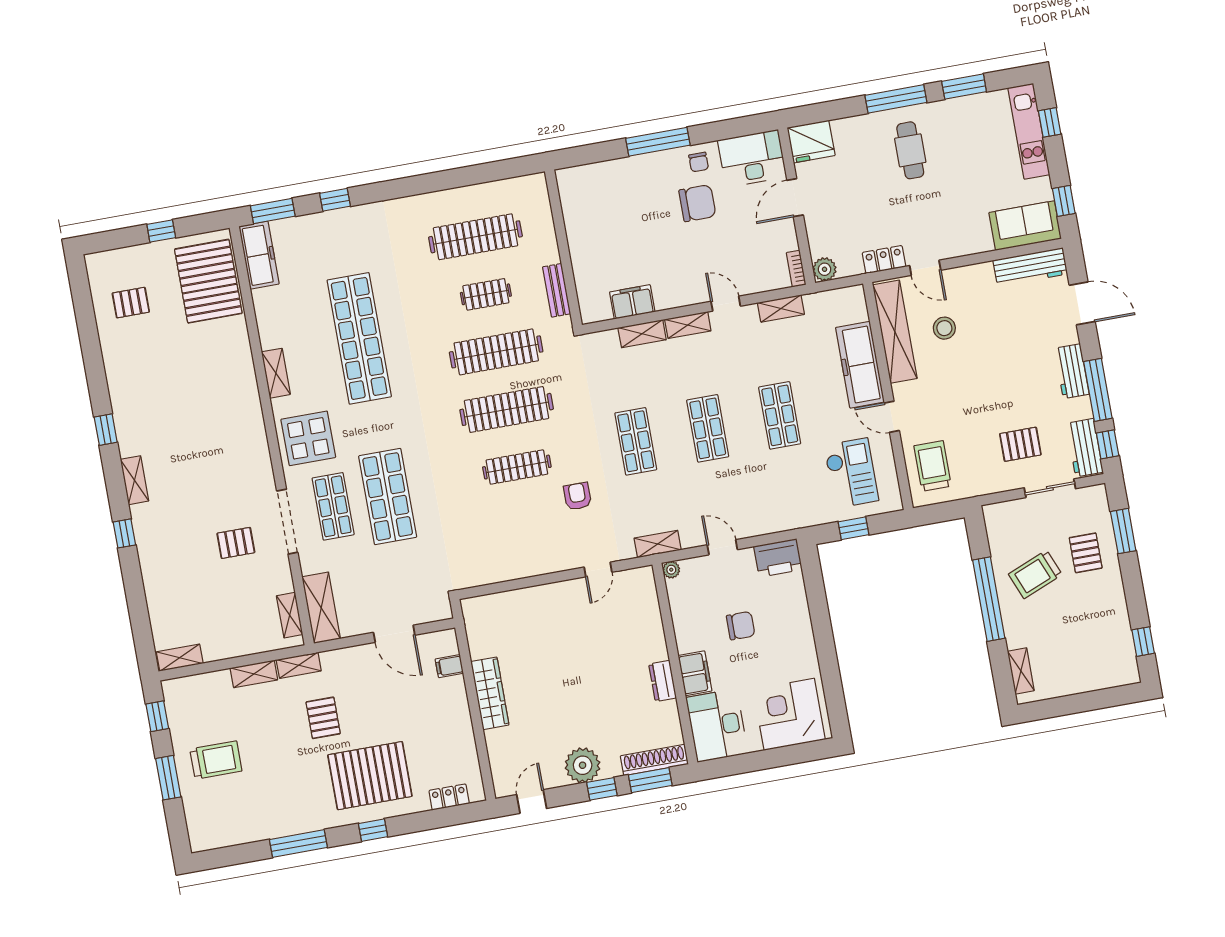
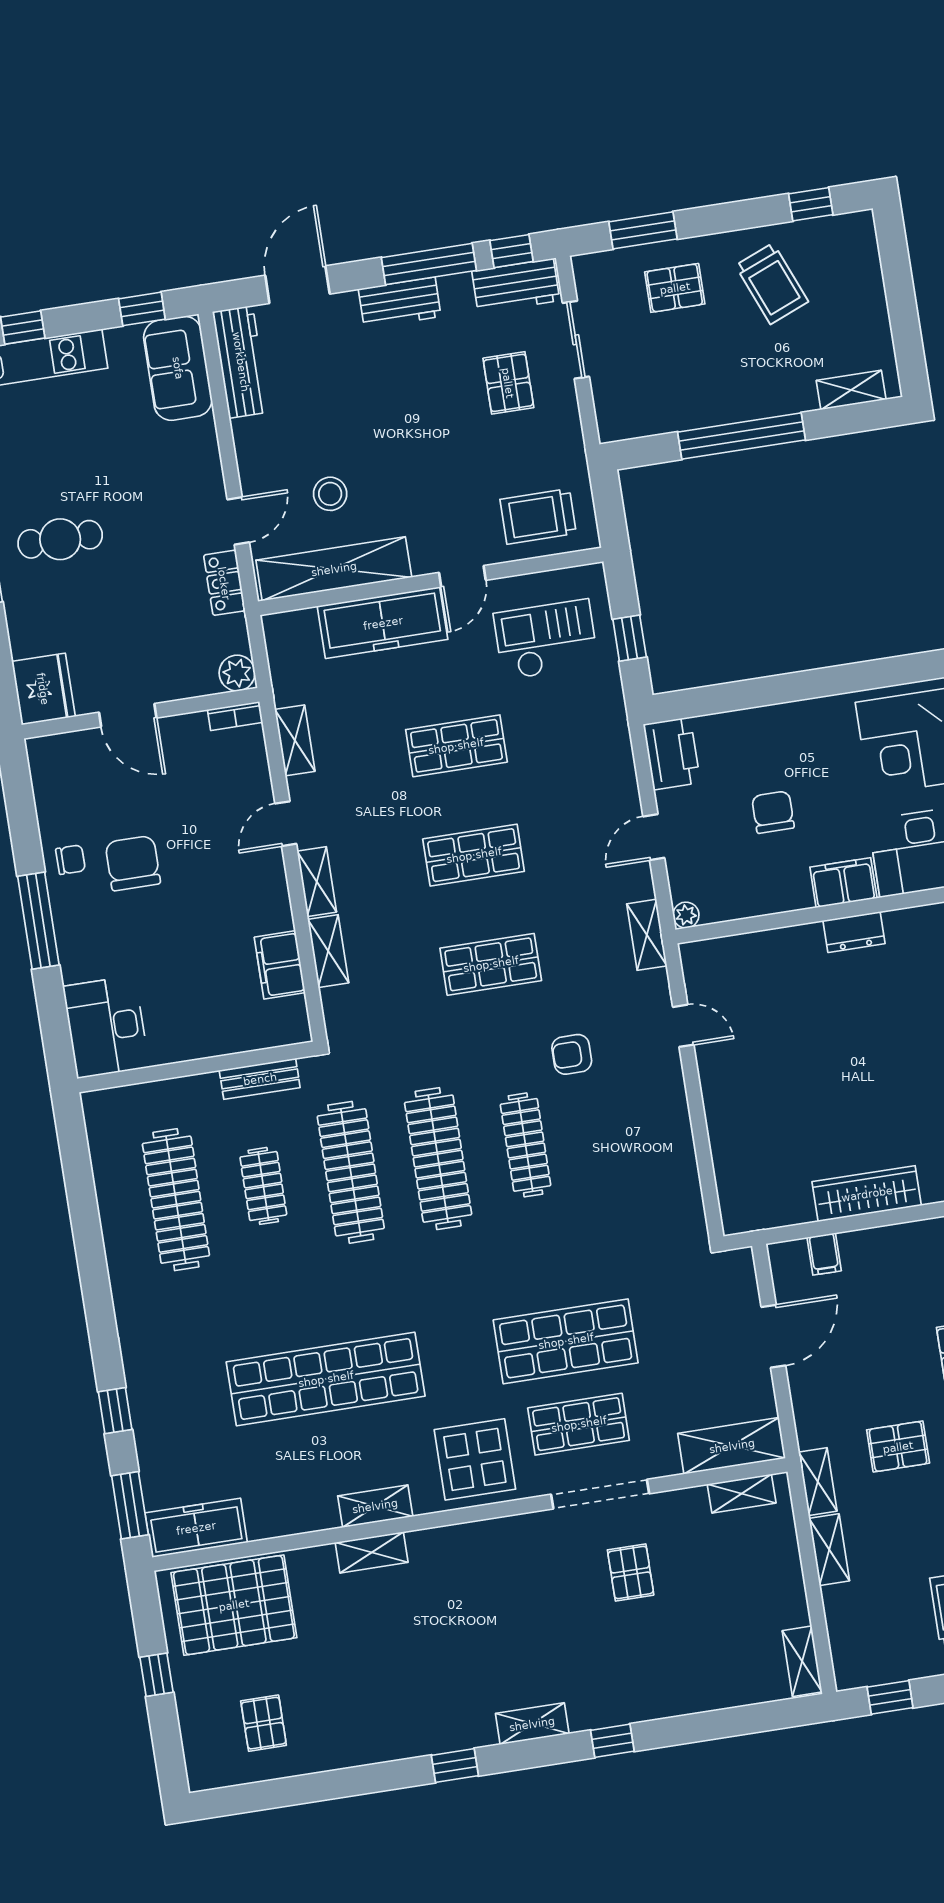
desk: (752, 159) -> (106, 1027), moved
shelving: (245, 371) -> (372, 1552), added
trolley: (1035, 574) -> (772, 284), moved

